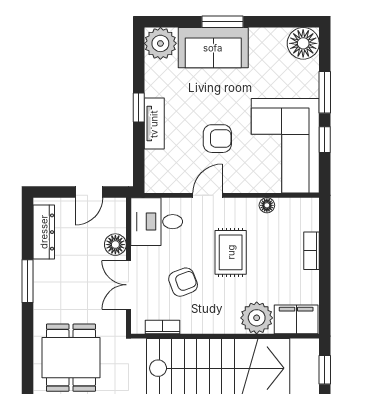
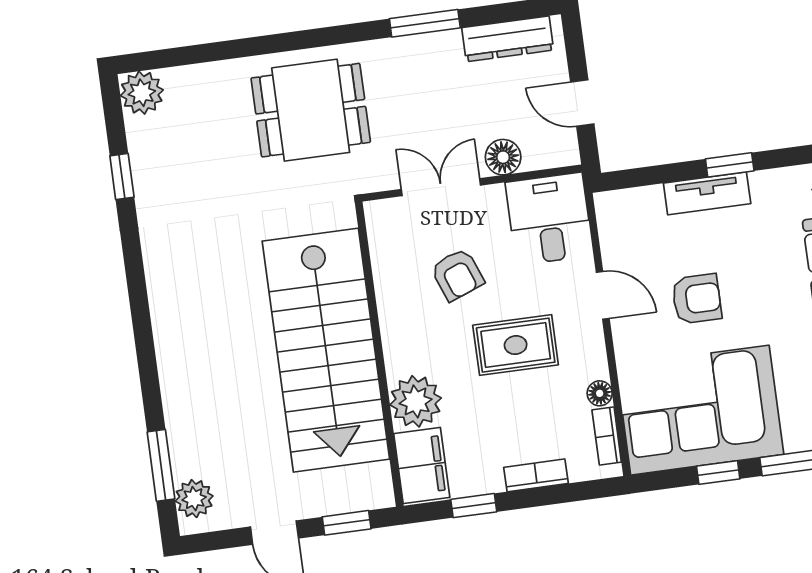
armchair: (217, 139) -> (697, 299), turned -90
window: (325, 291) -> (474, 506), added
bookcase: (162, 327) -> (607, 436), moved, turned 180

